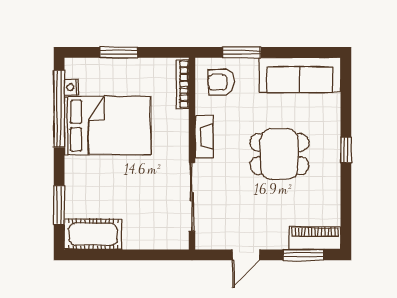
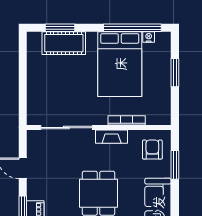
bookcase: (182, 84) -> (127, 120), moved
cot: (93, 234) -> (64, 43), moved, turned 90

